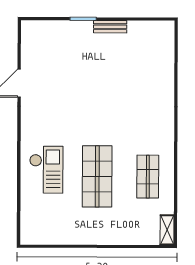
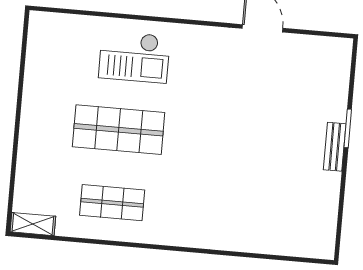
bench: (110, 27) -> (335, 147), moved

